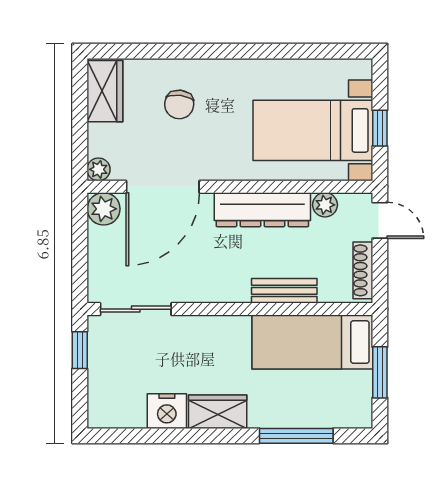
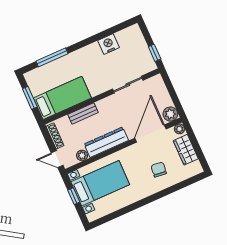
wardrobe: (105, 91) -> (186, 150), moved
sliding door: (136, 309) -> (128, 85), moved
wardrobe: (218, 412) -> (88, 53), removed

